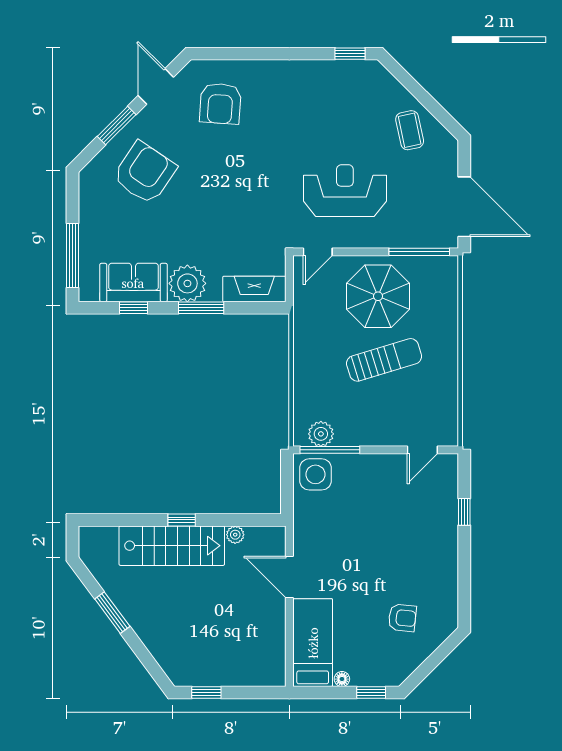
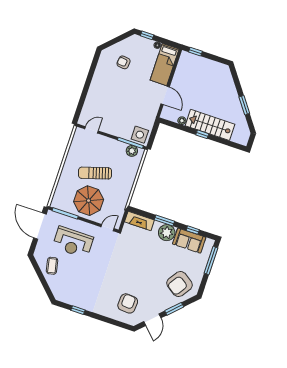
window: (350, 54) -> (78, 310), moved
armchair: (145, 173) -> (180, 284), moved
reception desk: (345, 191) -> (73, 242), moved
window: (464, 512) -> (83, 98), removed
window: (206, 692) -> (195, 52), moved

